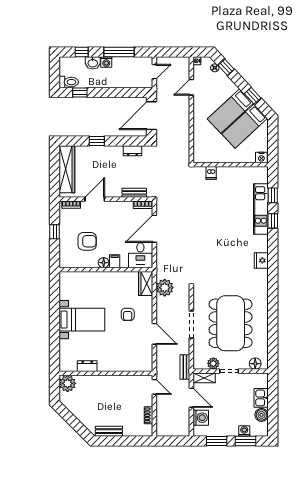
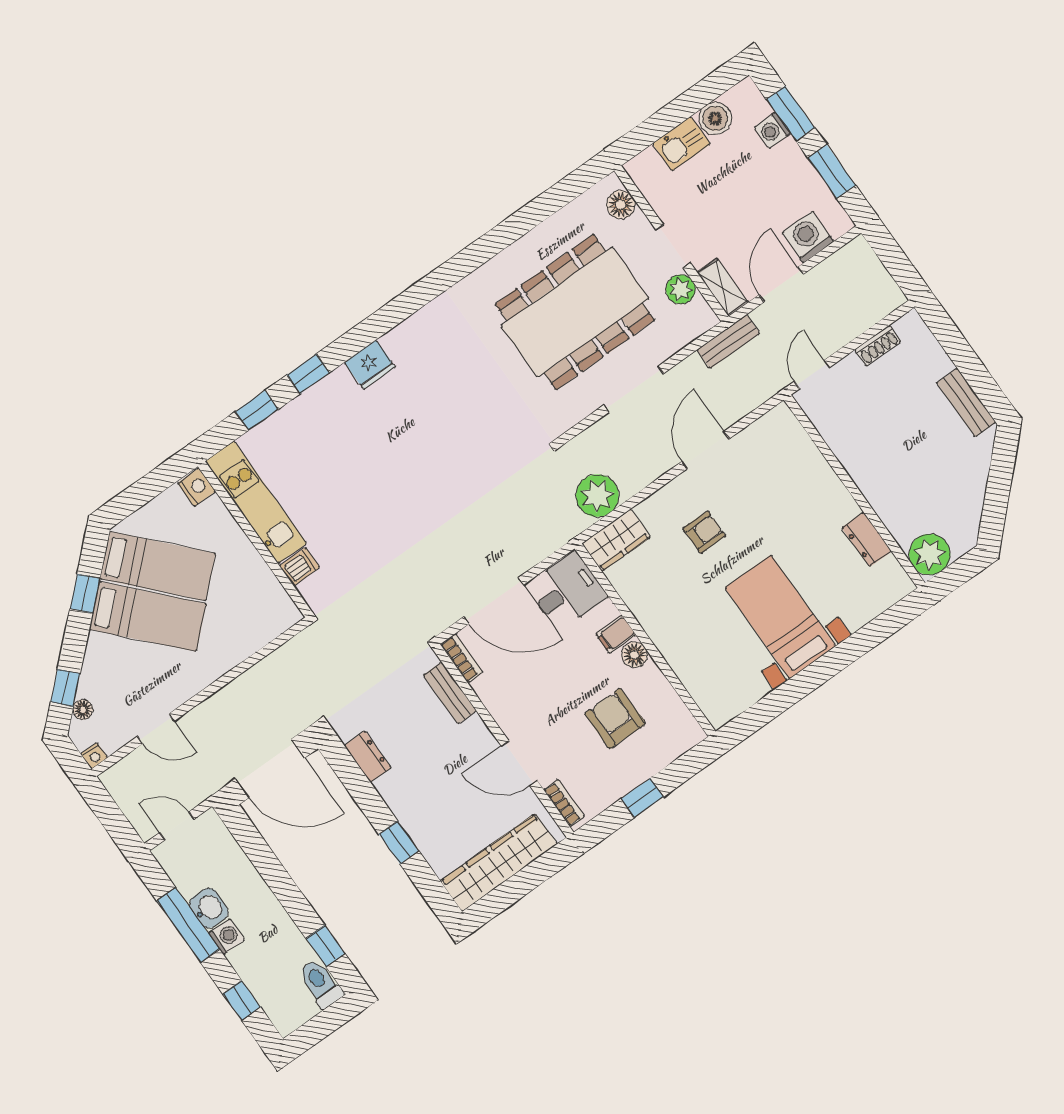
washbasin: (93, 63) -> (209, 908), moved
kitchen unit: (261, 209) -> (256, 502), moved, turned -90
fridge: (261, 260) -> (370, 365), moved

